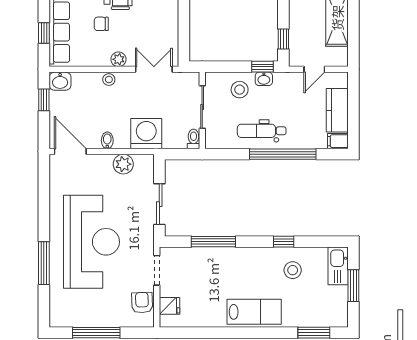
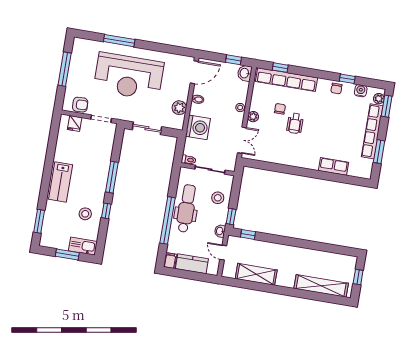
washbasin: (264, 79) -> (220, 231), moved
dental chair: (262, 131) -> (186, 208), width x1.36, depth x1.38
window: (213, 242) -> (112, 177), moved

